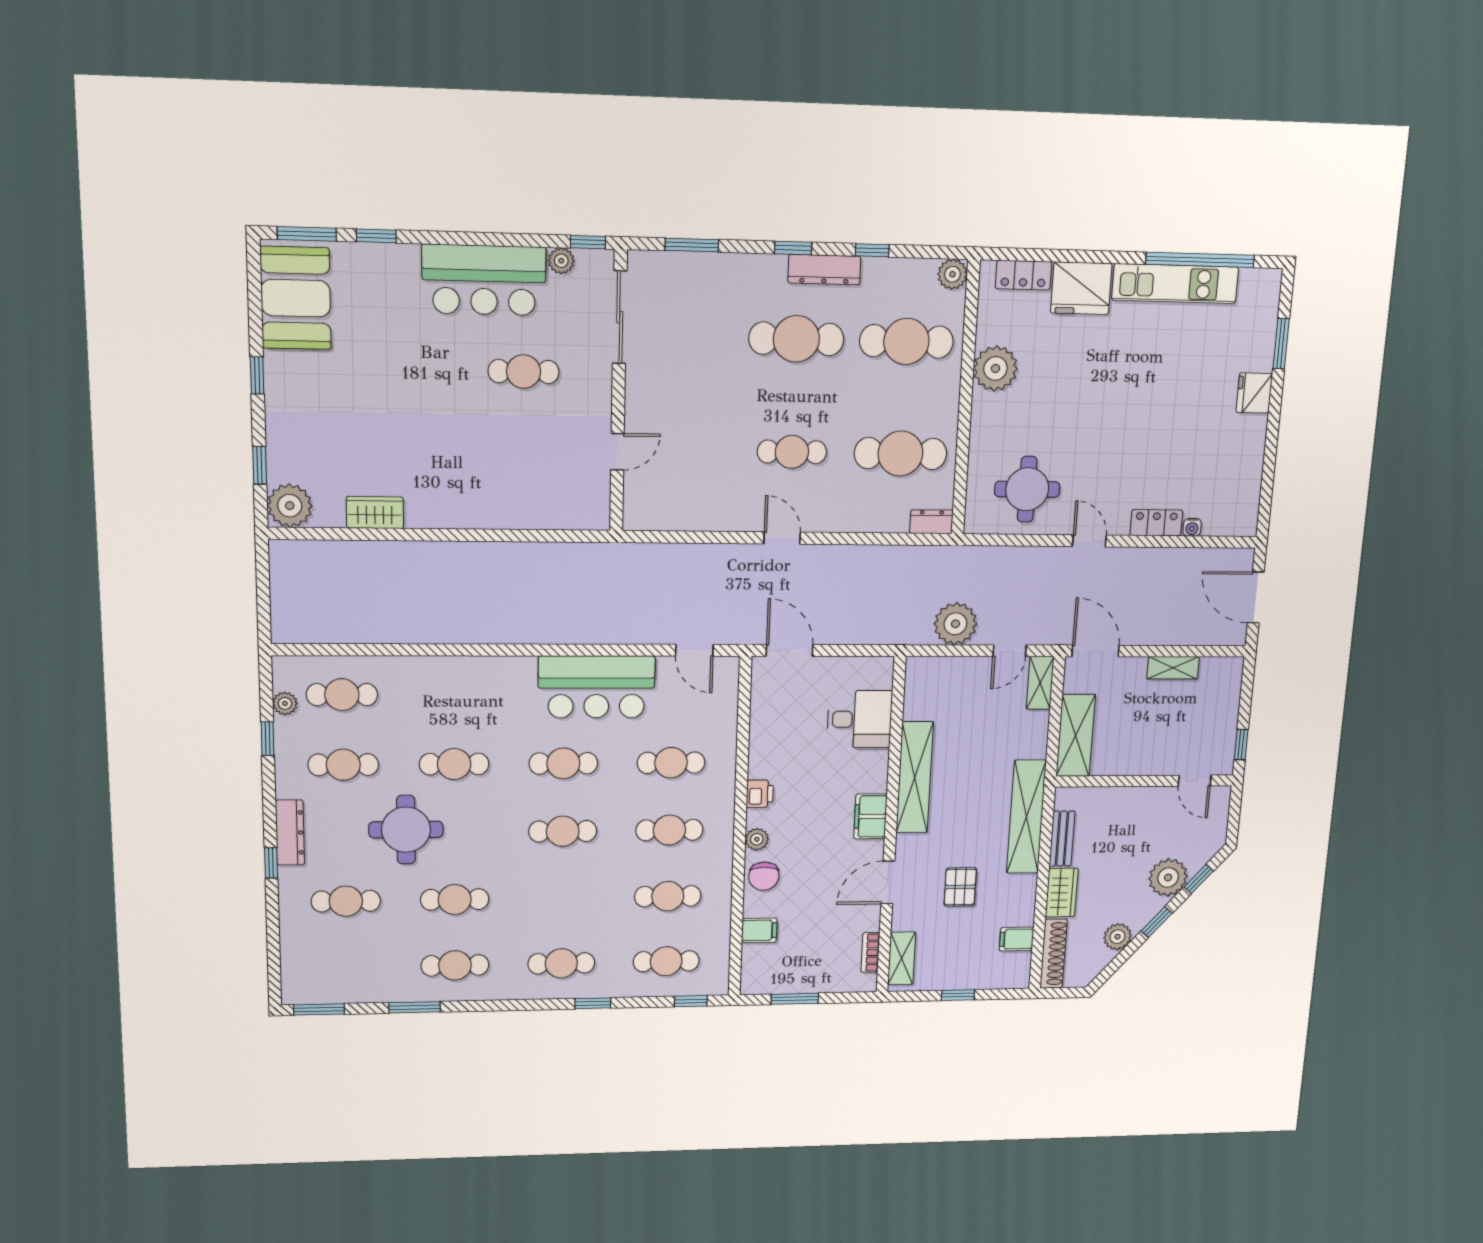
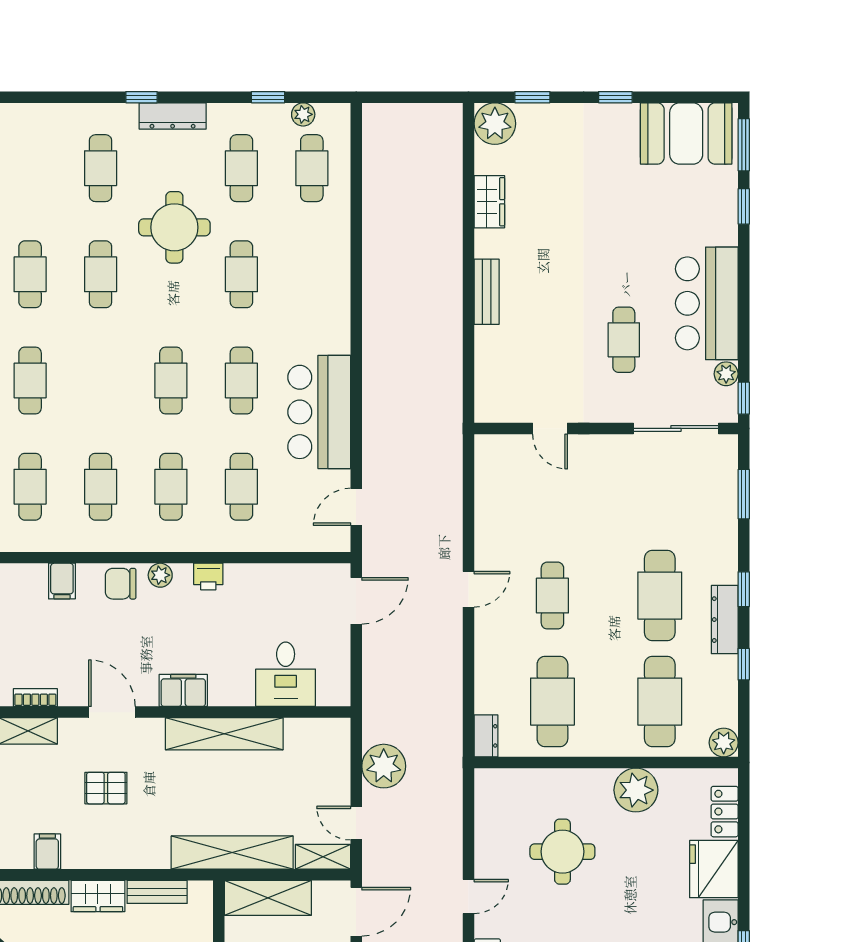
round table: (1027, 489) -> (562, 852), moved
bench: (472, 516) -> (487, 292), added
shelving: (1026, 817) -> (232, 853), moved

